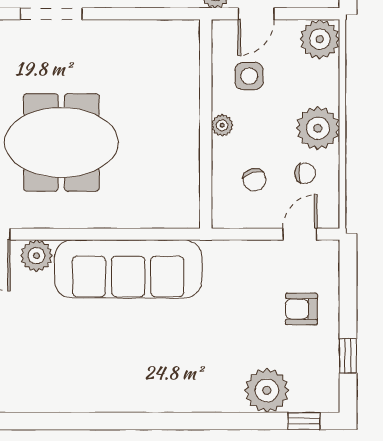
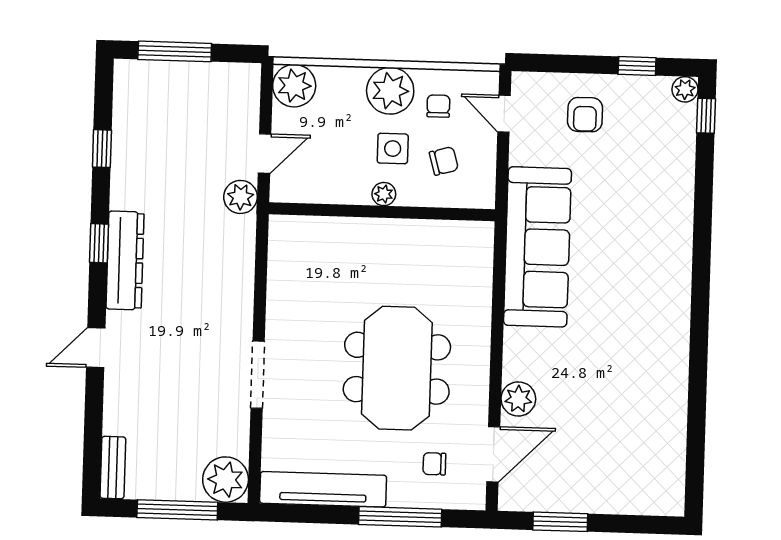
door: (256, 14) -> (265, 154), hinge flipped
side table: (249, 76) -> (393, 149), moved
sofa: (128, 269) -> (537, 247), moved
plant: (267, 390) -> (685, 89), moved, width x0.53, depth x0.53

